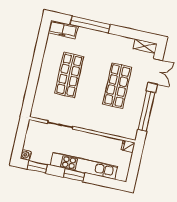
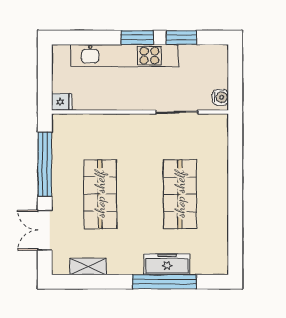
freezer: (63, 29) -> (167, 264), moved
shelving: (145, 46) -> (88, 267), moved
water cooler: (26, 155) -> (220, 97), moved
window: (37, 167) -> (181, 38), moved

